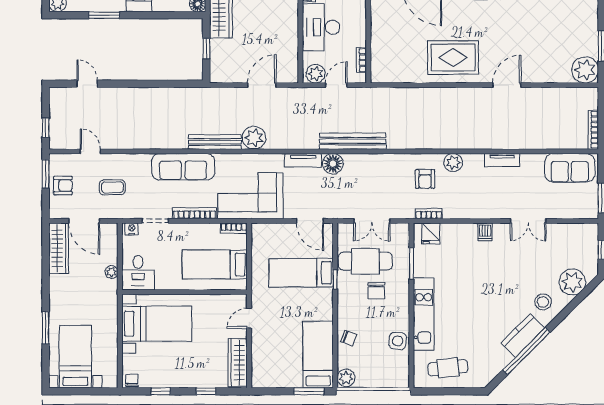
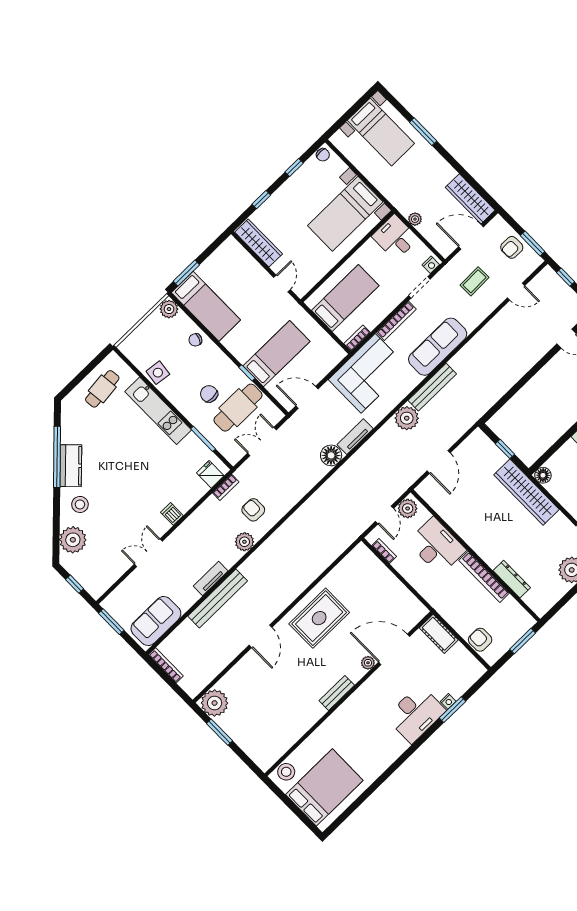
bench: (353, 141) -> (218, 599), moved

